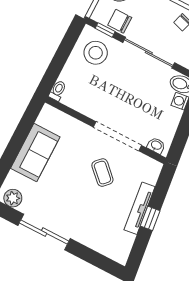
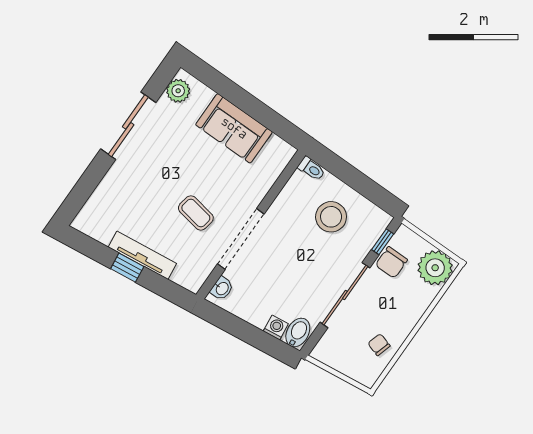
chair: (120, 21) -> (391, 262), turned 180
stool: (96, 53) -> (331, 217), moved
coffee table: (102, 173) -> (196, 213), turned 56

